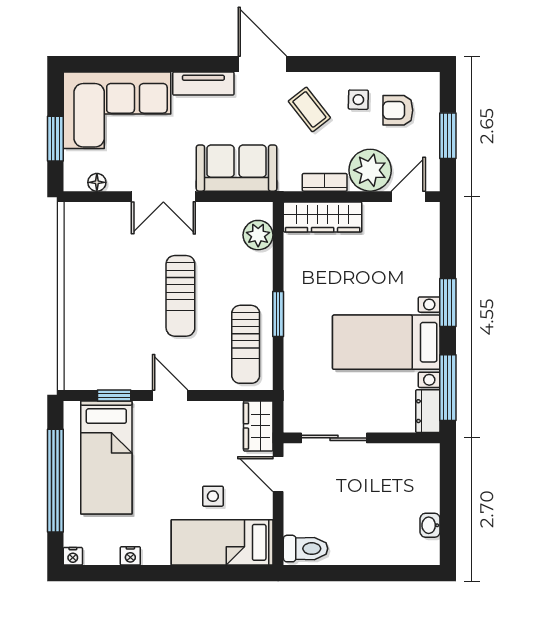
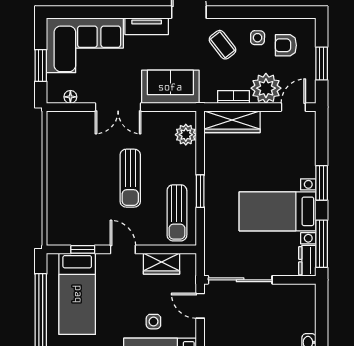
wardrobe: (258, 426) -> (161, 264), moved, turned -90
sliding door: (334, 438) -> (240, 280), width x1.37

